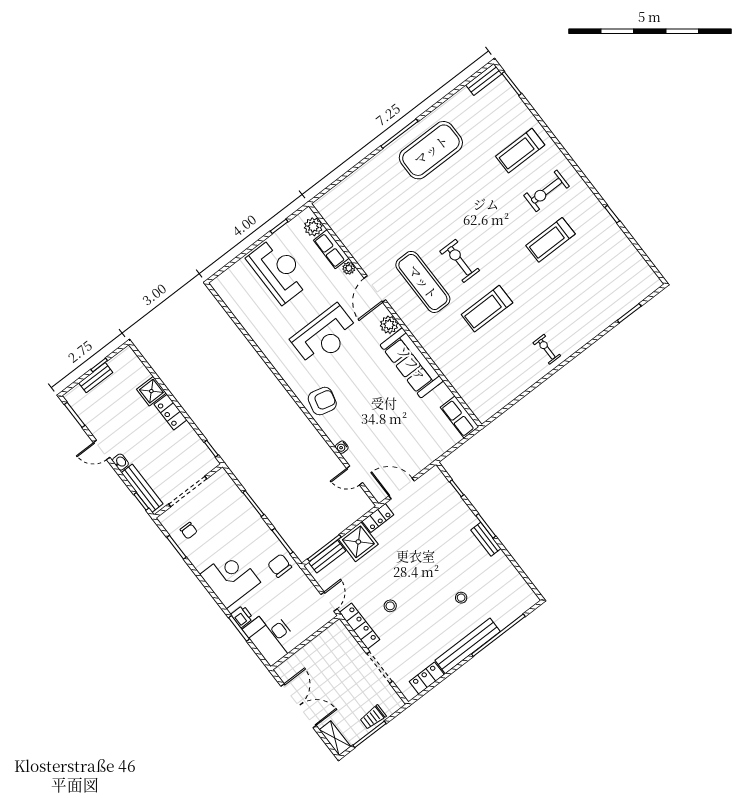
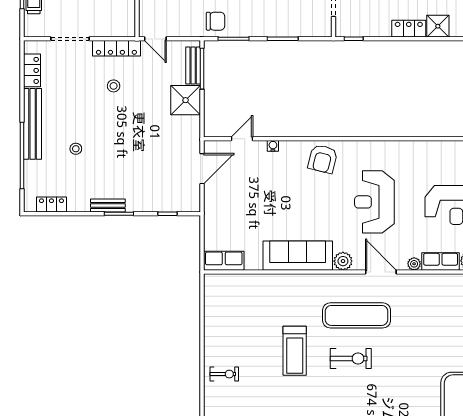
treadmill: (487, 309) -> (295, 351), turned 180
locker: (378, 518) -> (51, 204), moved, turned 90

